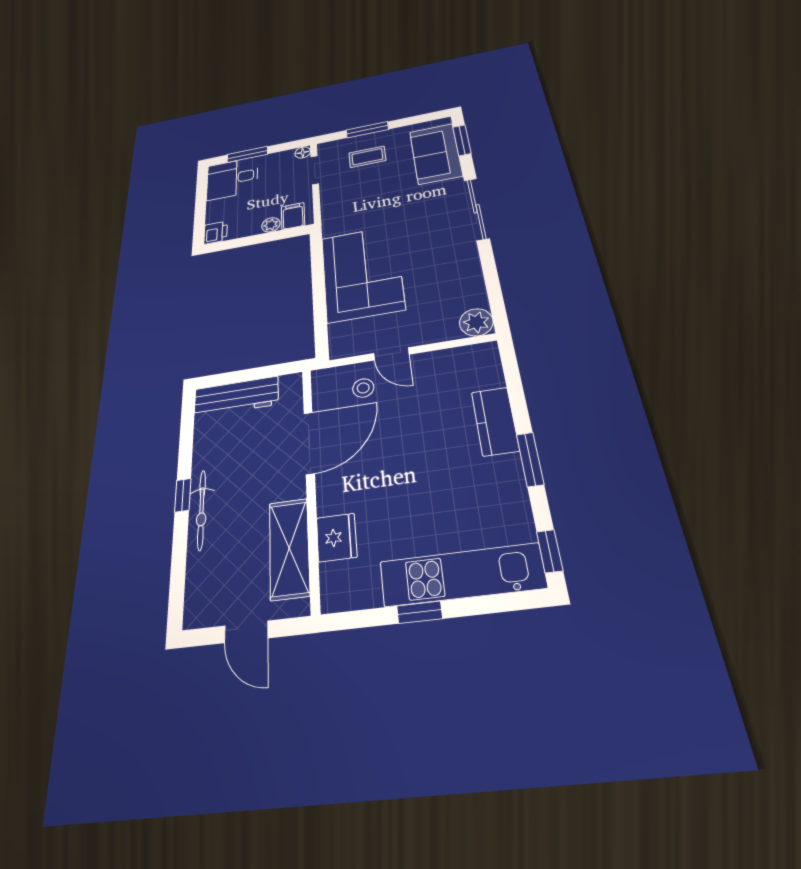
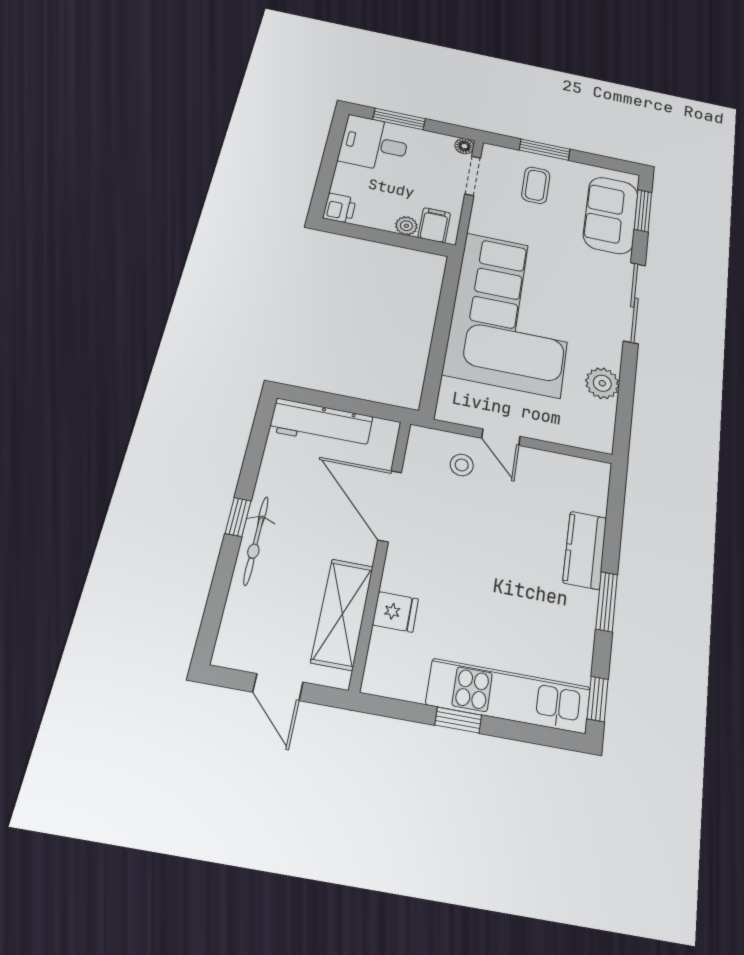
coffee table: (367, 157) -> (536, 185), turned 90
corner sofa: (362, 273) -> (512, 313), width x1.36, depth x1.36
plant: (476, 322) -> (602, 383), moved
door: (309, 443) -> (390, 506), swing flipped
fridge: (336, 537) -> (395, 612), width x0.72

